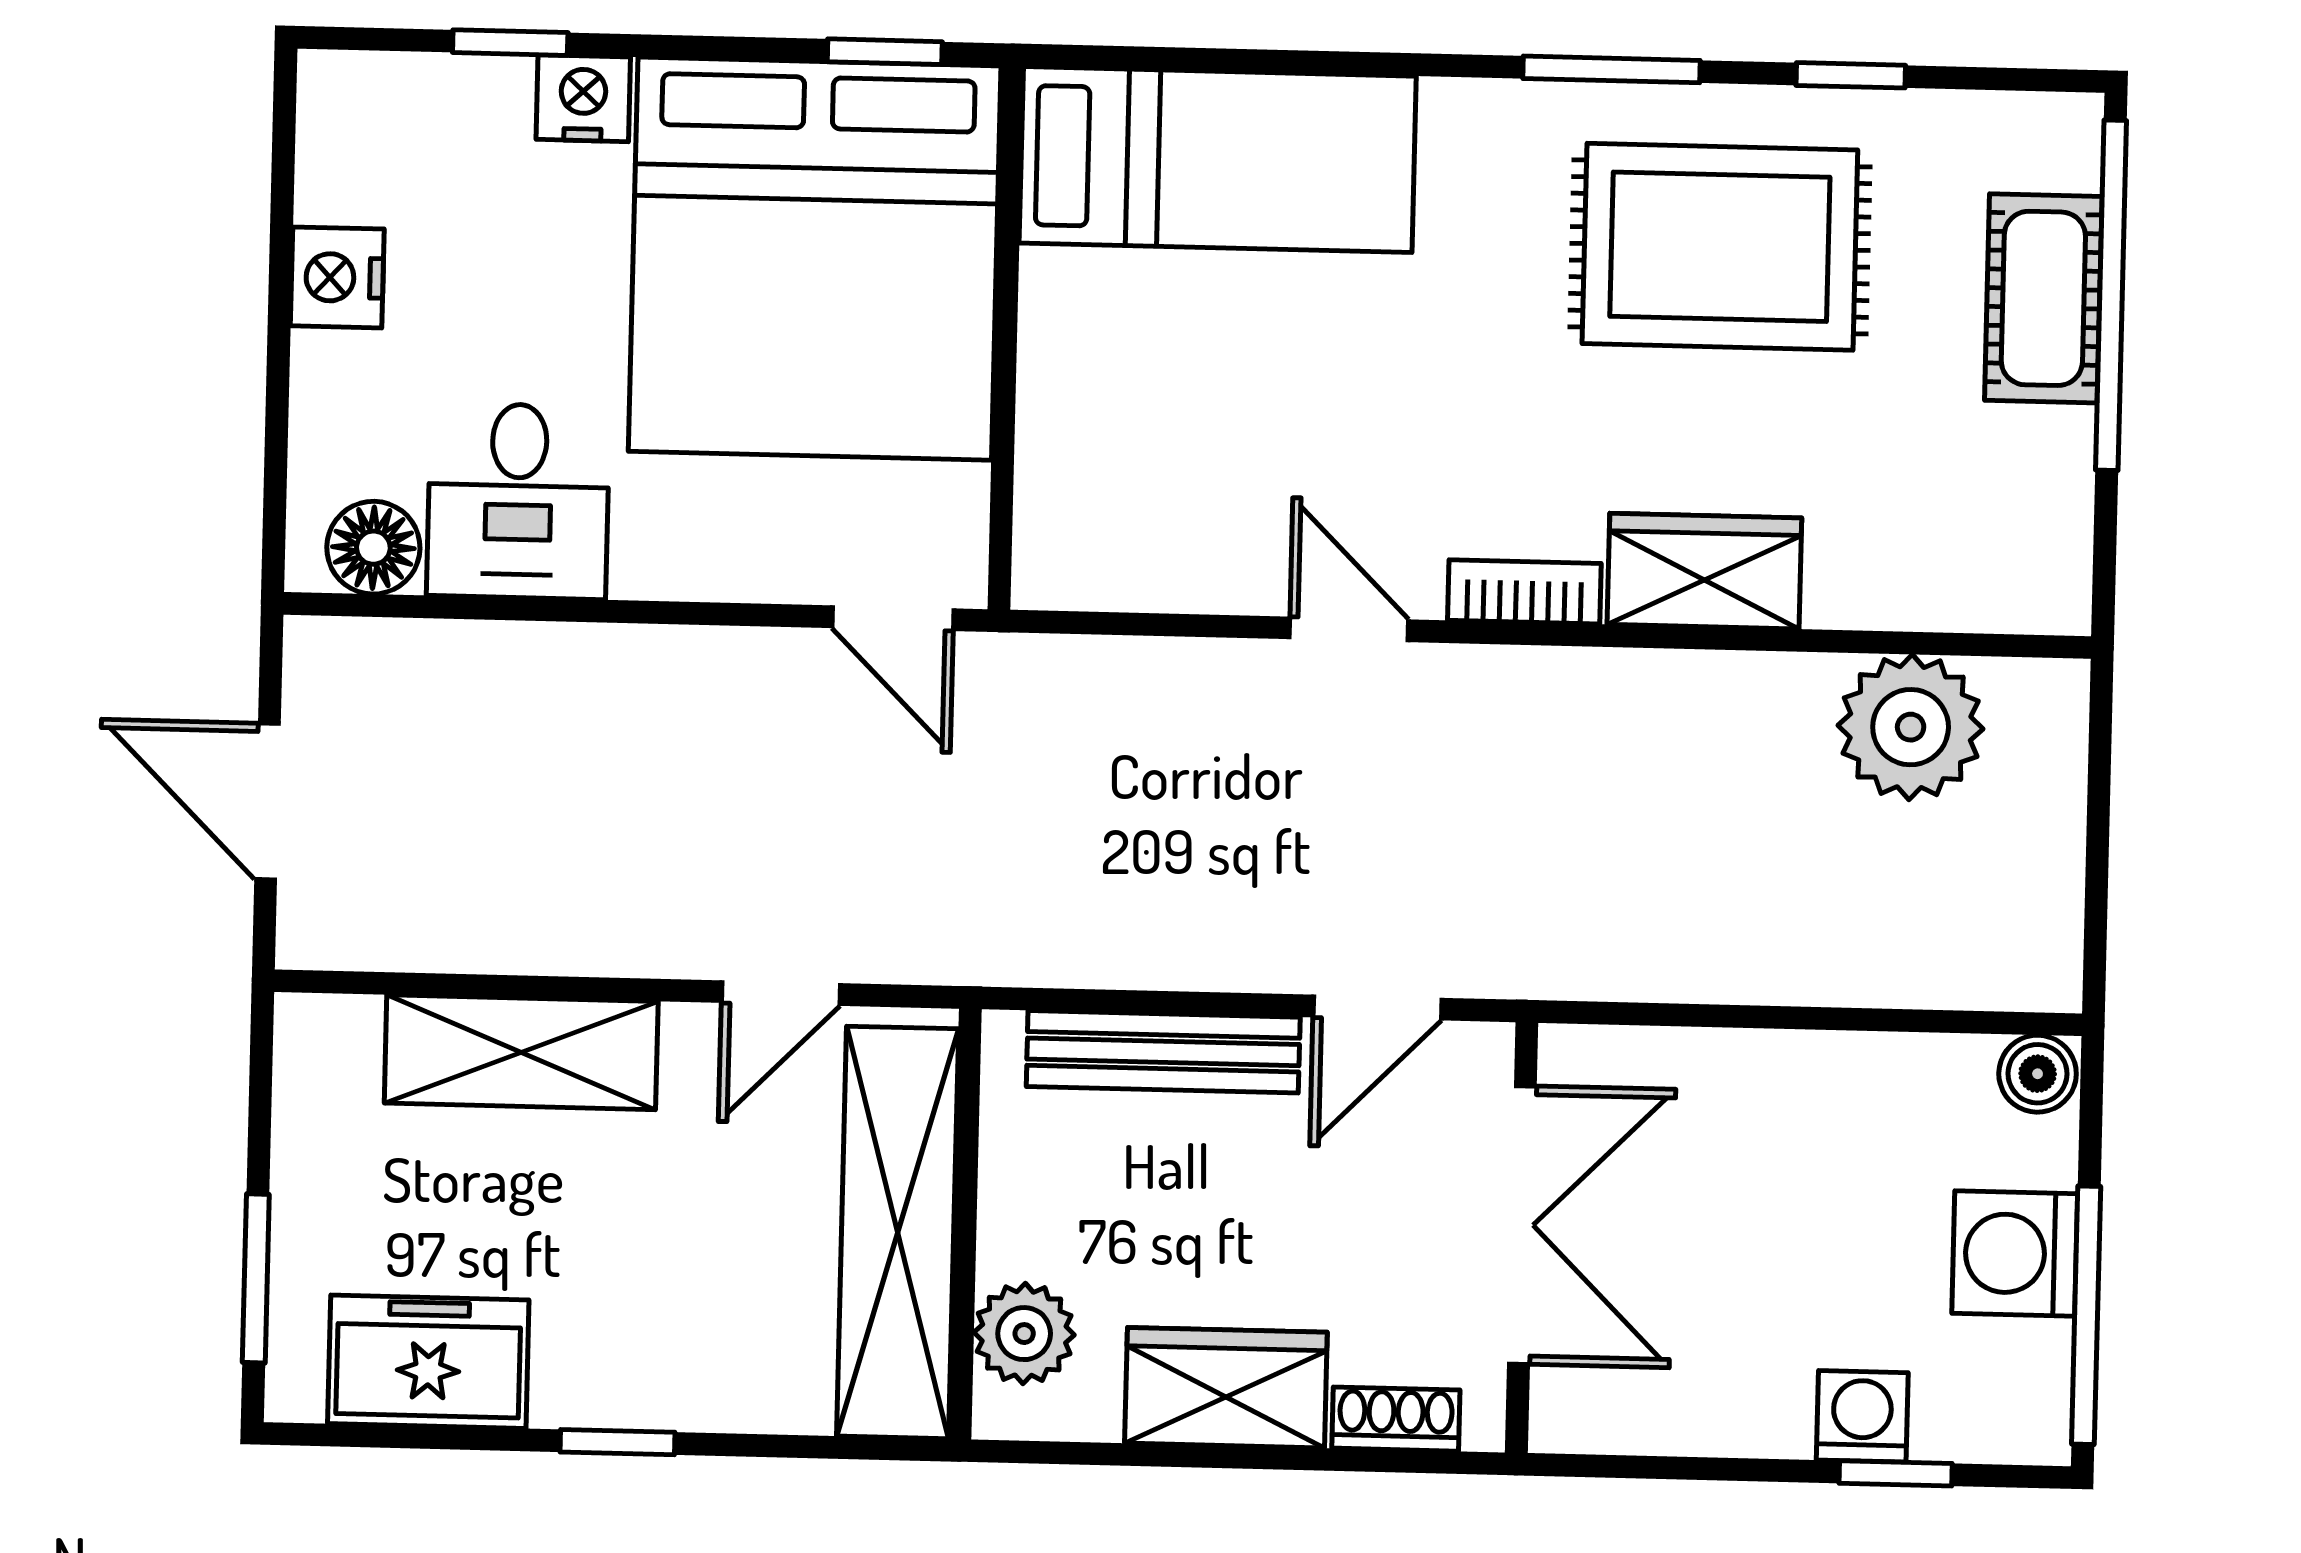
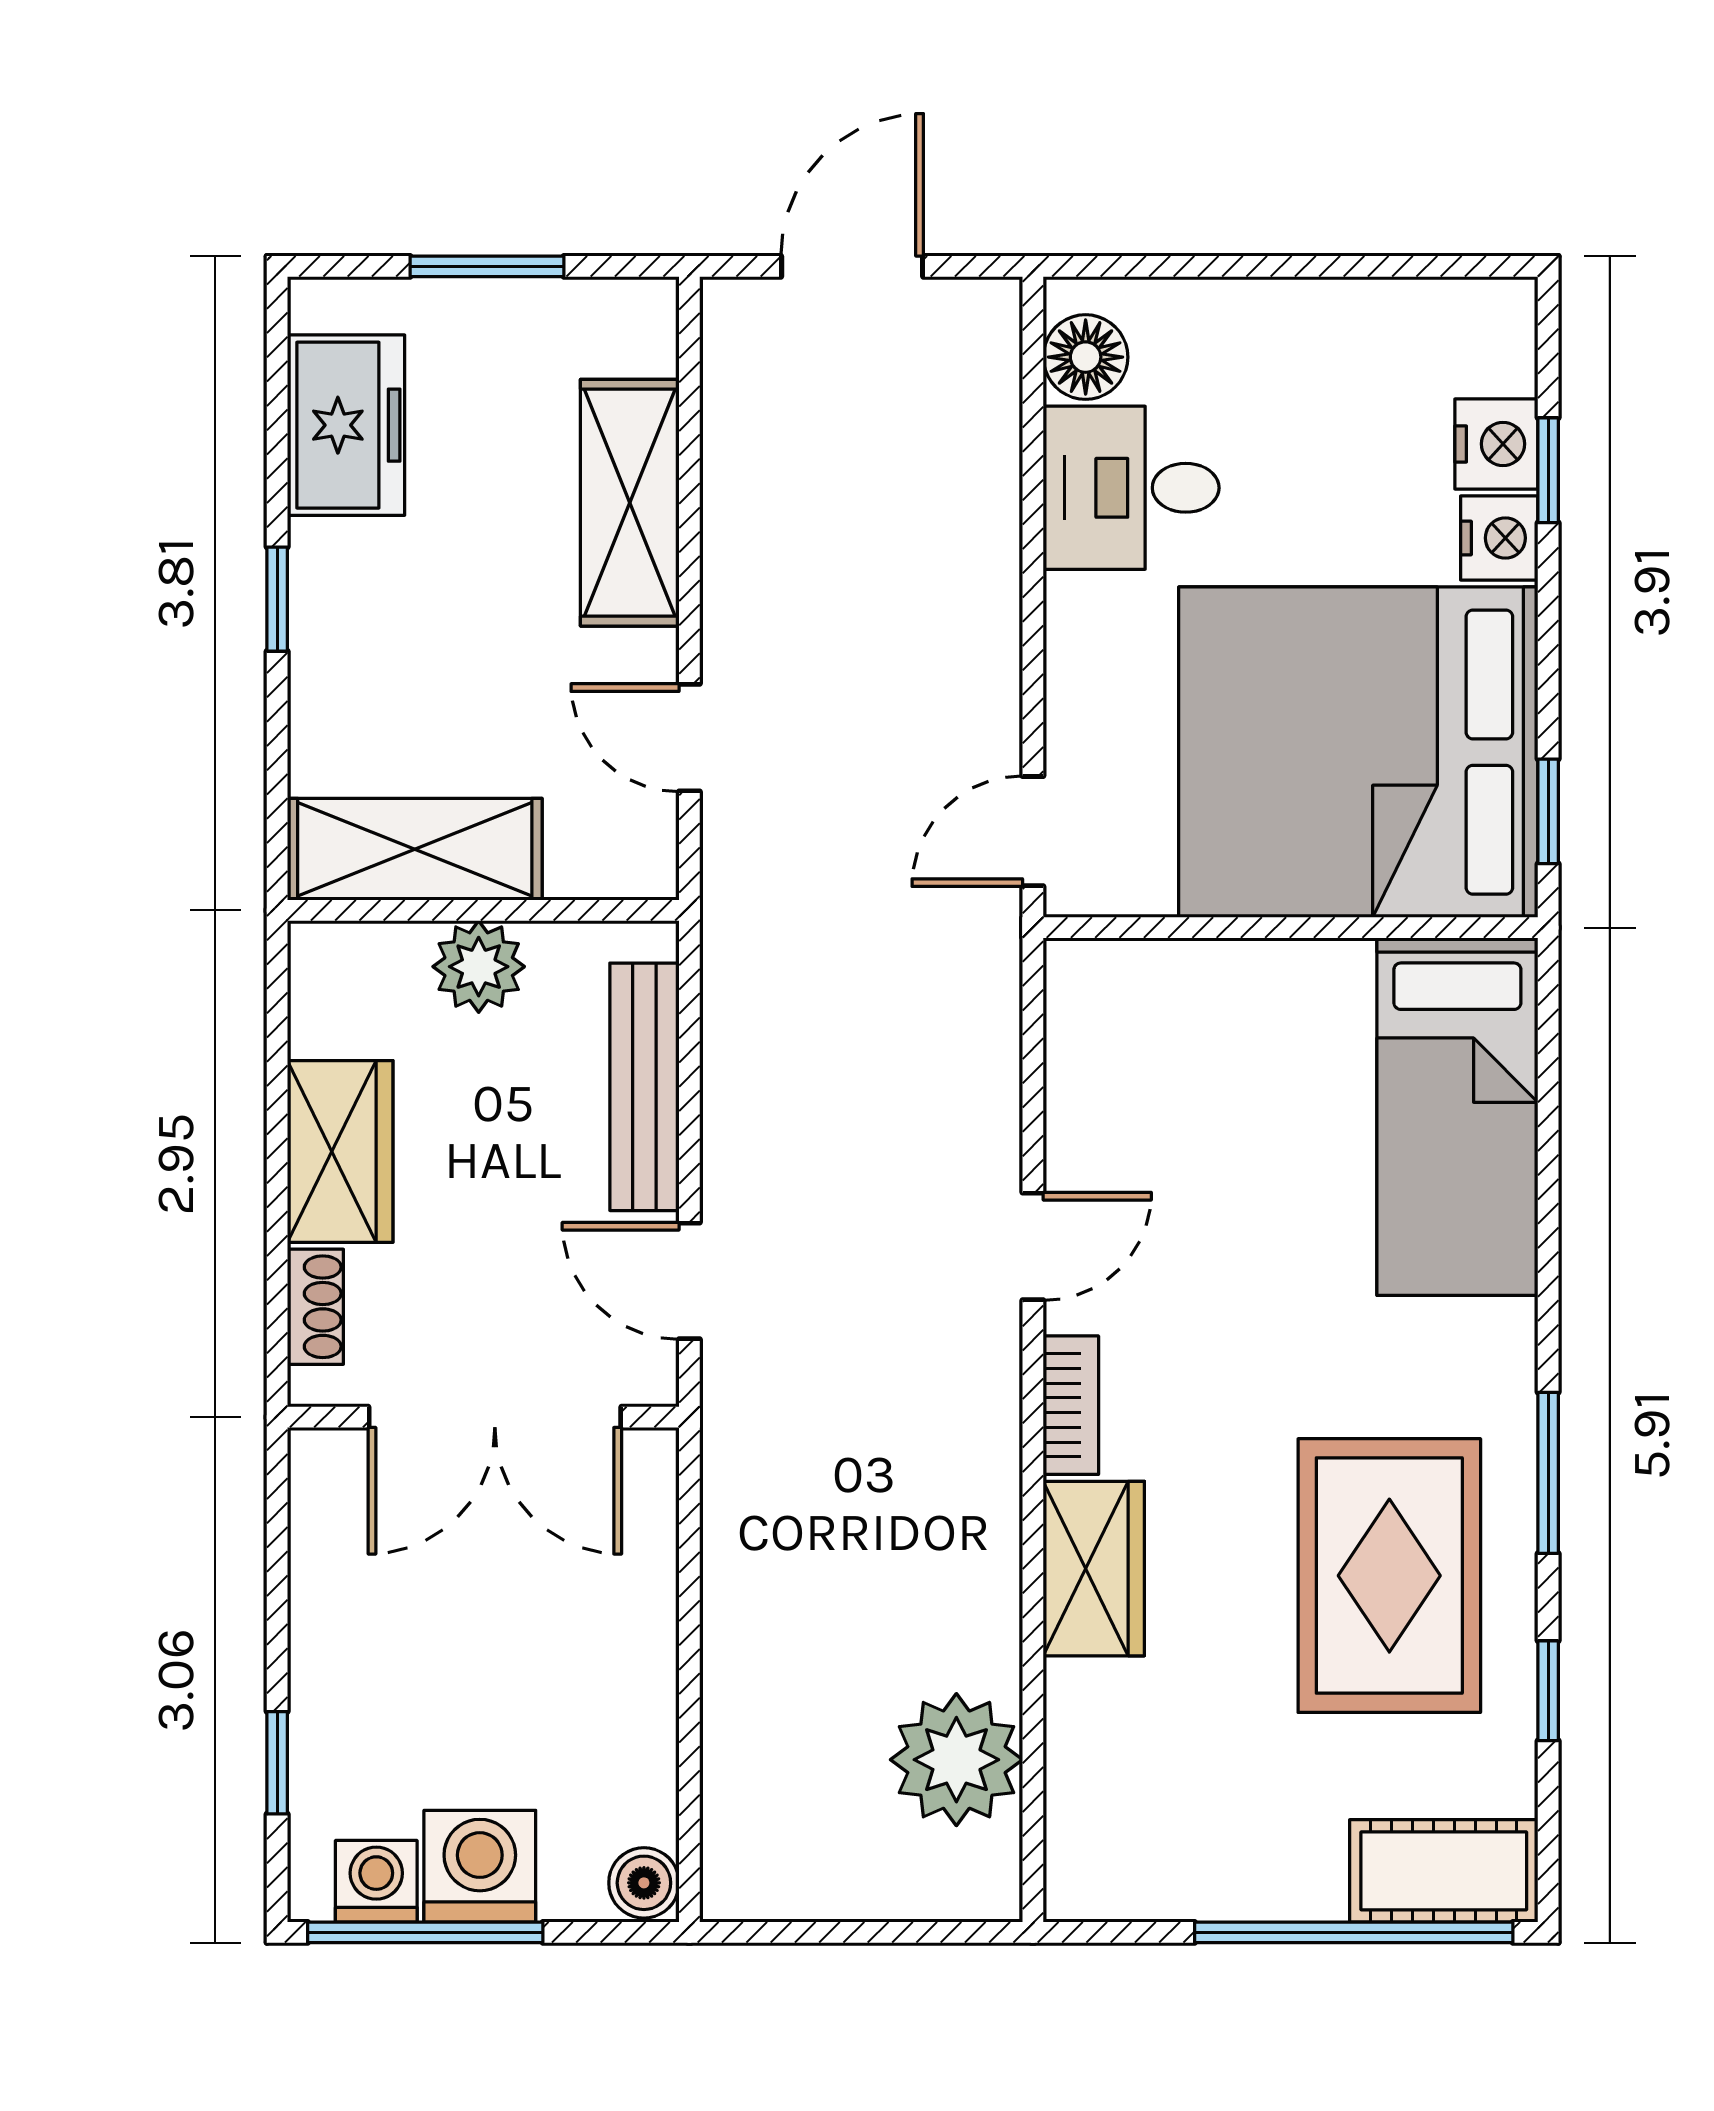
nightstand: (337, 277) -> (1496, 444), moved, turned 90
cot: (2043, 298) -> (1444, 1871), moved
shelving: (898, 1232) -> (415, 849), width x0.68
window: (256, 1278) -> (487, 266), moved
plant: (1024, 1334) -> (479, 967), moved
washing machine: (1862, 1416) -> (376, 1881), moved, turned -90

